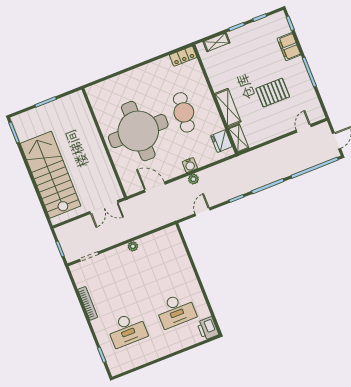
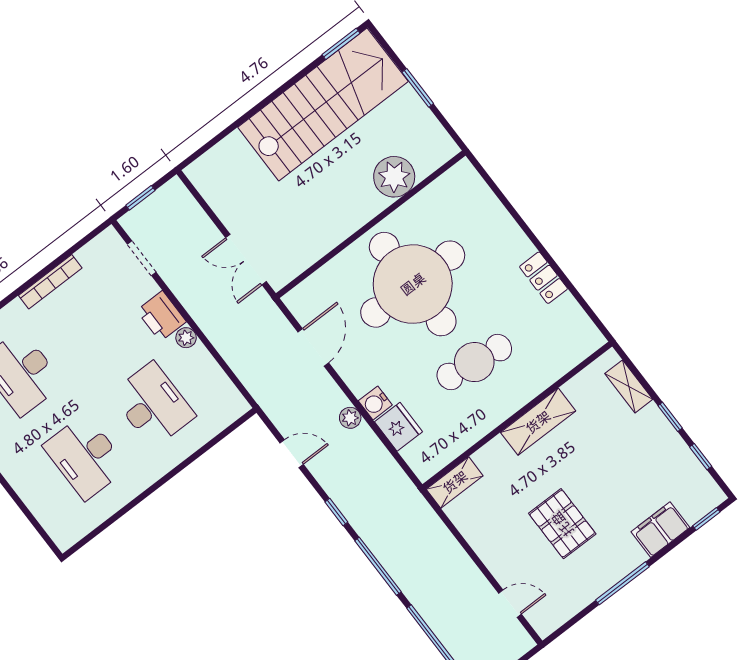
locker: (183, 56) -> (543, 278), moved
shelving: (228, 108) -> (538, 422), moved
plant: (85, 125) -> (394, 177), added
fridge: (221, 141) -> (399, 427), moved, turned 90
stairs: (50, 175) -> (323, 104), moved
desk: (160, 271) -> (153, 405), added
printer: (208, 328) -> (161, 316), moved, turned -90

